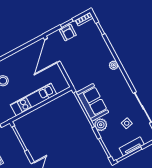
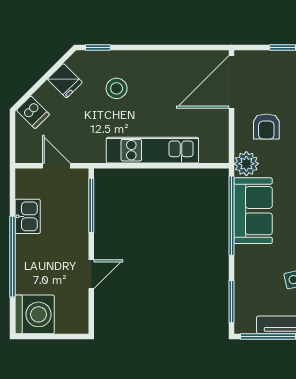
armchair: (68, 33) -> (266, 126), moved
plant: (101, 125) -> (246, 164), moved

